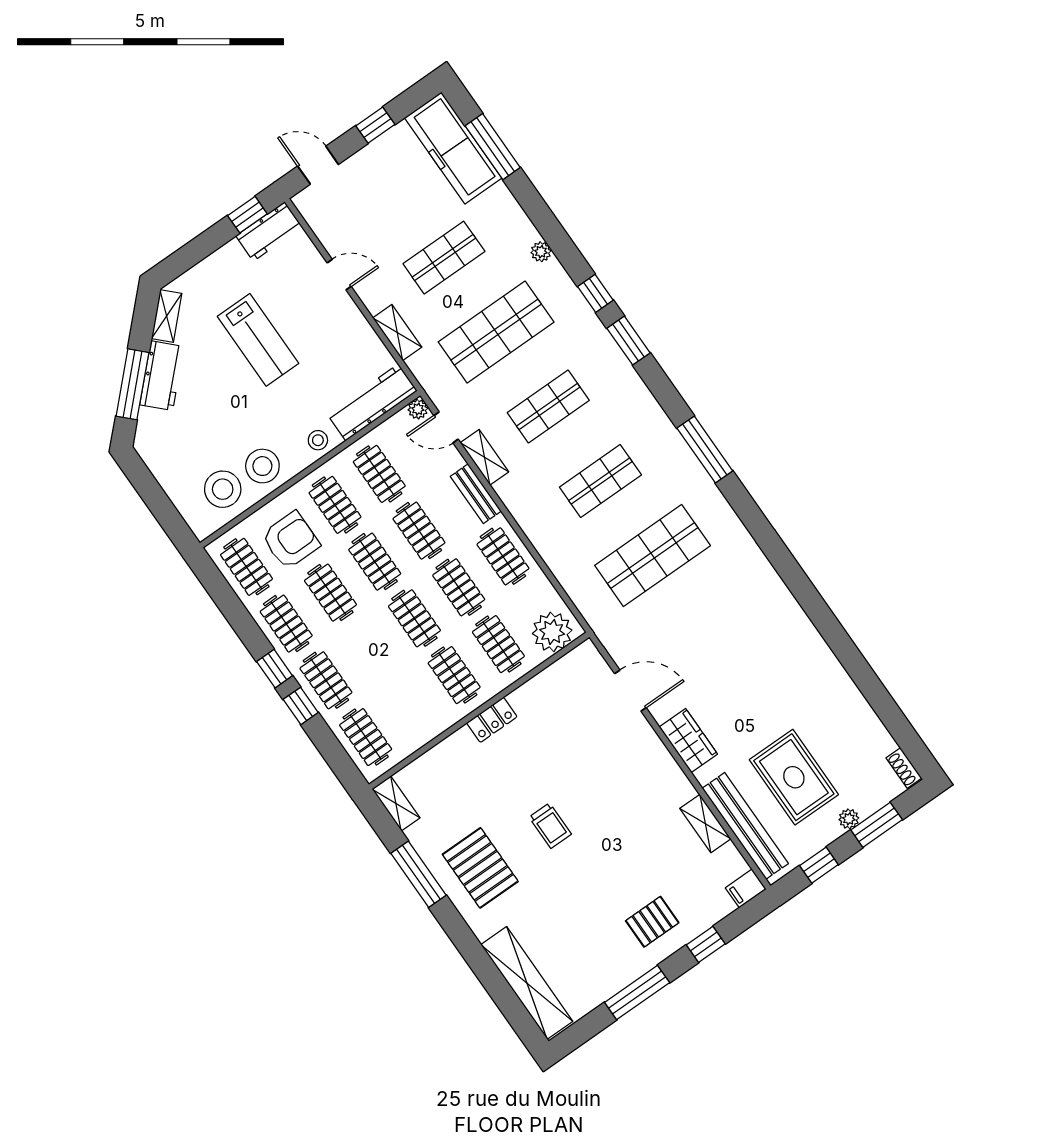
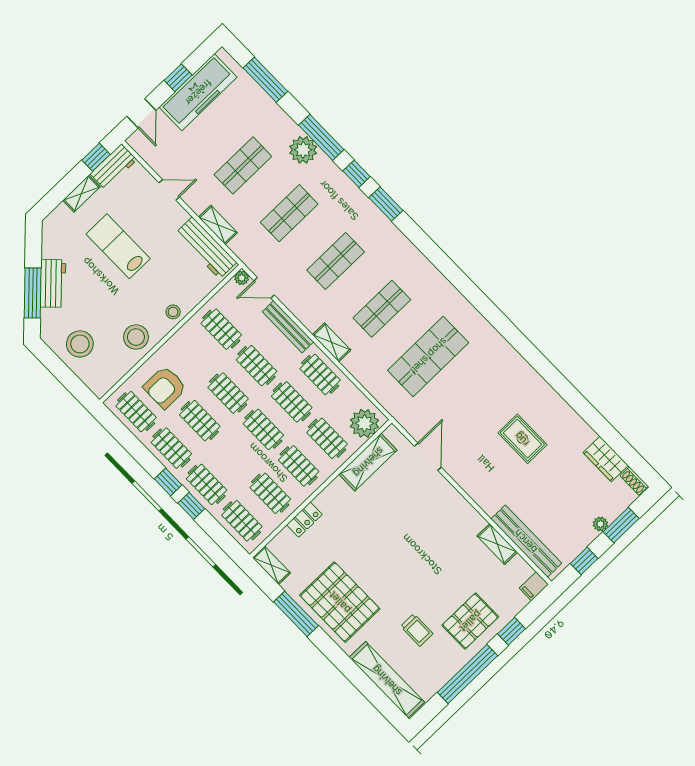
freezer: (453, 148) -> (198, 92), moved, turned -90
door: (318, 165) -> (141, 113), swing flipped
plant: (541, 252) -> (303, 150), width x1.88, depth x1.88
shelving: (167, 316) -> (81, 194), moved, turned 45
shop shelf: (496, 332) -> (289, 213), width x0.70, depth x0.74
lab bench: (258, 340) -> (118, 246), turned 180
workbench: (372, 402) -> (206, 248), moved, turned -90
window: (705, 450) -> (321, 137), moved
shelving: (484, 457) -> (332, 342), moved
stool: (223, 489) -> (80, 344), moved
bench: (476, 494) -> (288, 327), width x1.36
clothes rail: (335, 505) -> (270, 493), moved
armchair: (291, 540) -> (165, 387), turned 180
shelving: (548, 685) -> (368, 462), added
door: (630, 691) -> (428, 457), hinge flipped
locker: (492, 720) -> (304, 520), moved
wardrobe: (688, 740) -> (606, 459), moved, turned 180
rug: (794, 777) -> (522, 439), moved, width x0.73, depth x0.70
trolley: (550, 826) -> (417, 630), moved
pallet: (480, 868) -> (340, 602), width x1.37, depth x1.41
pallet: (652, 922) -> (470, 621), width x1.50, depth x1.42
window: (637, 993) -> (467, 674), width x1.46

